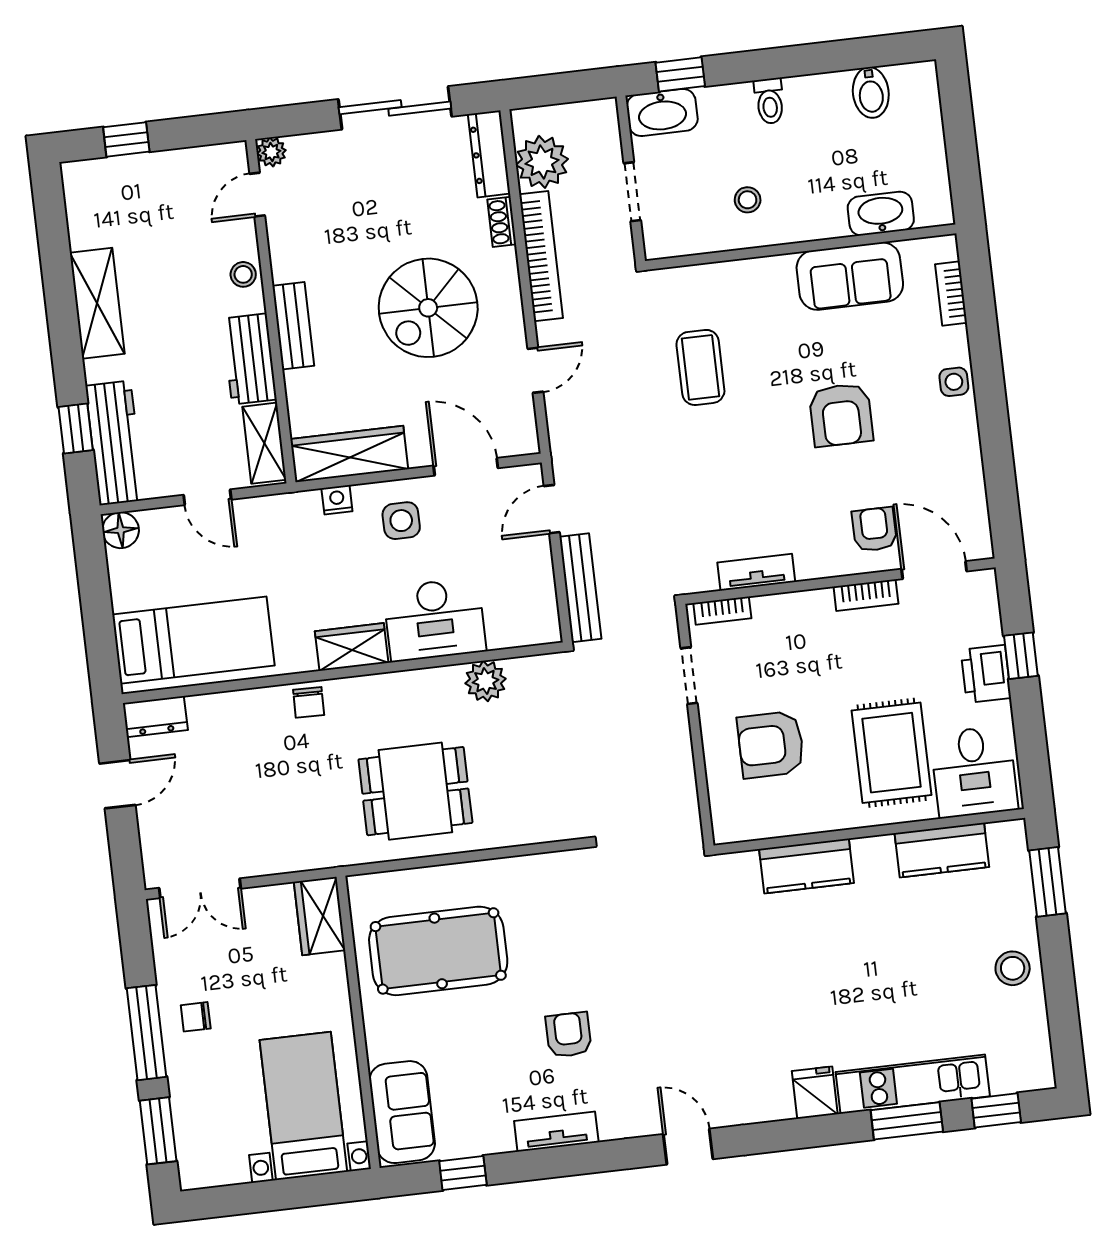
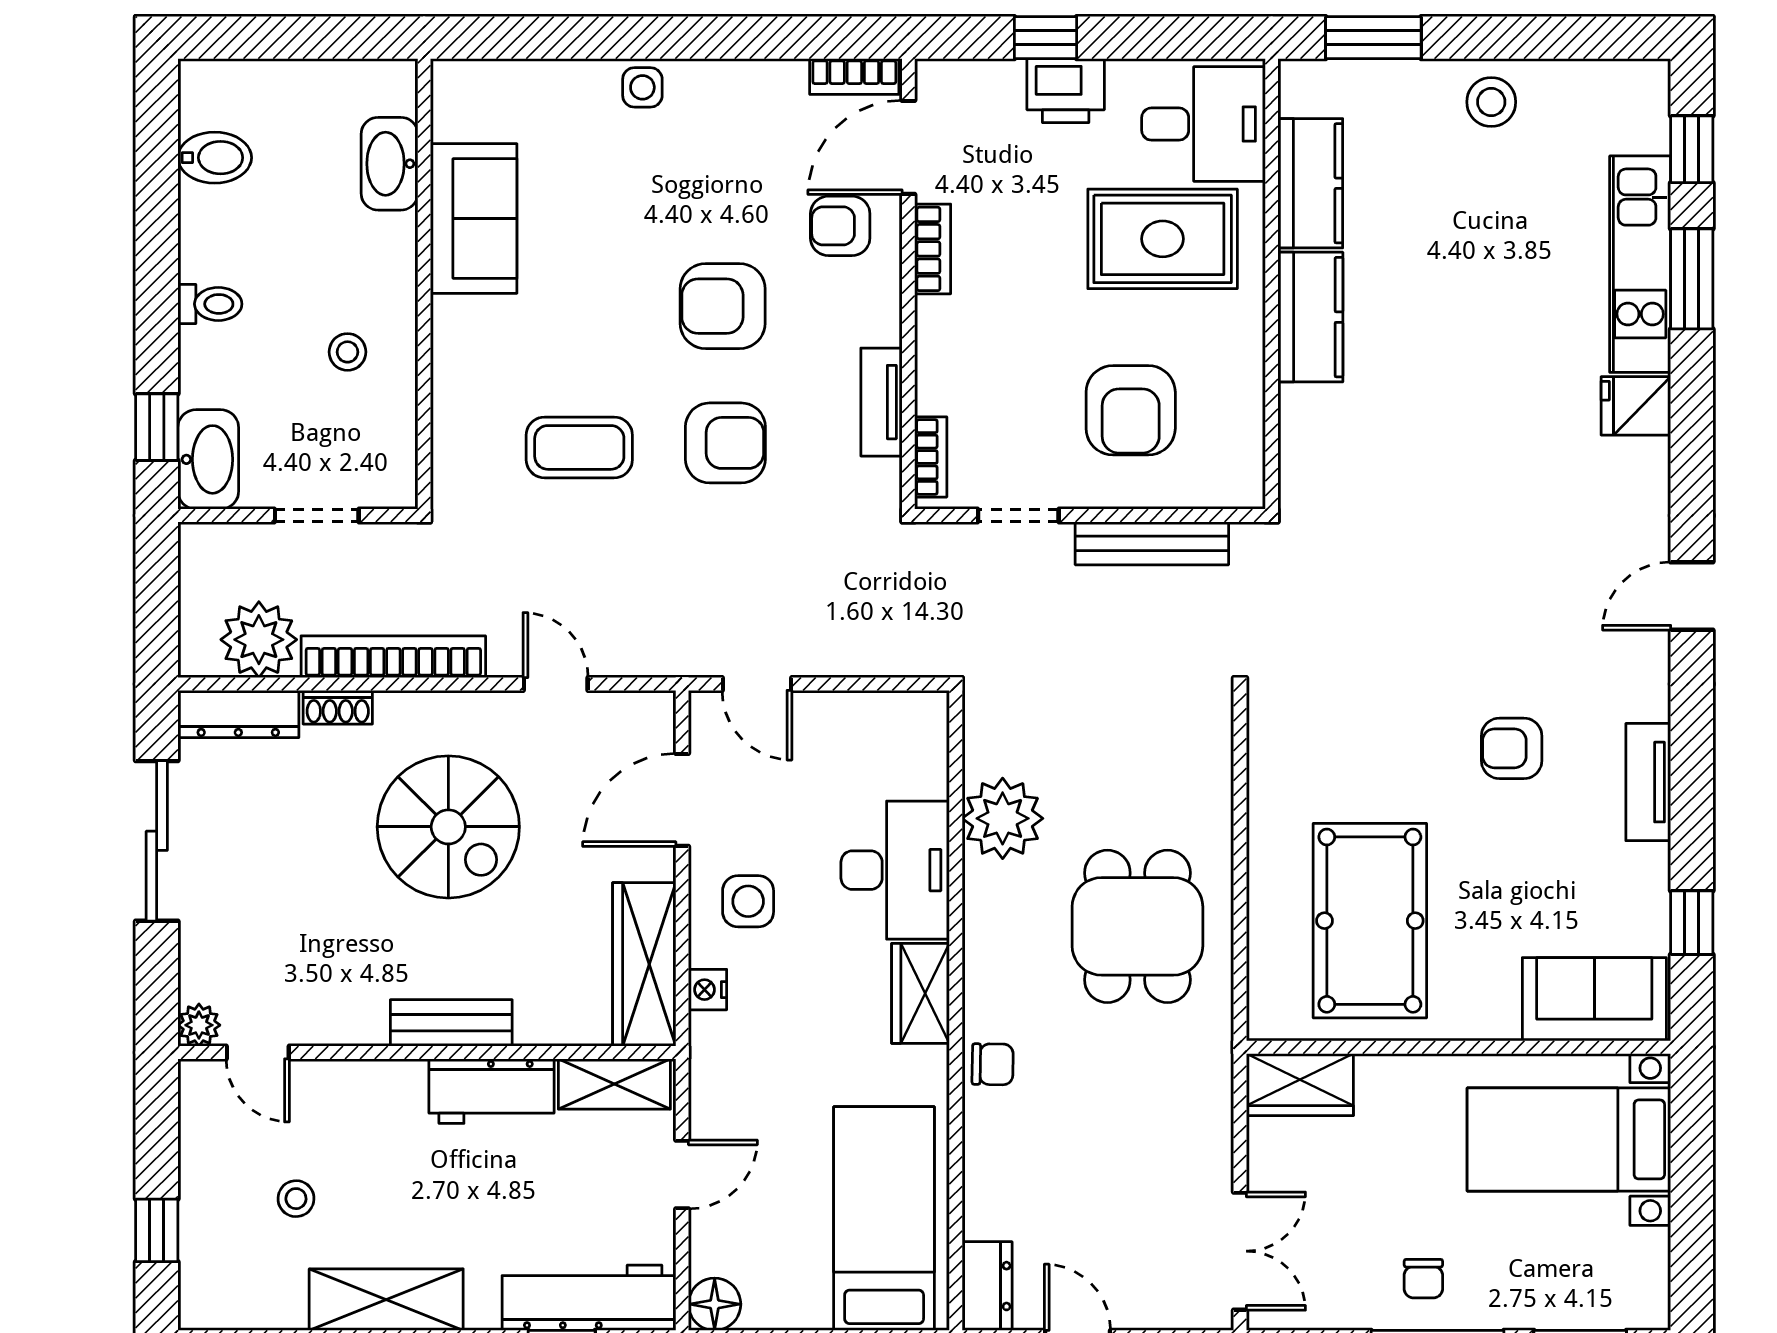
stool: (243, 274) -> (296, 1199), moved
bookcase: (951, 293) -> (854, 77), moved
armchair: (841, 415) -> (723, 306), moved, turned 180
armchair: (715, 468) -> (725, 443), added
bench: (580, 588) -> (1152, 543), moved
plant: (485, 681) -> (1003, 818), width x1.36, depth x1.36
kitchen counter: (806, 866) -> (1310, 317), moved

